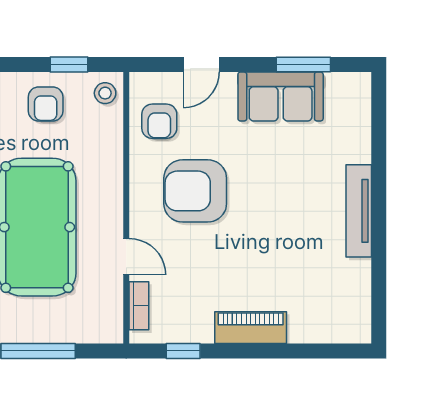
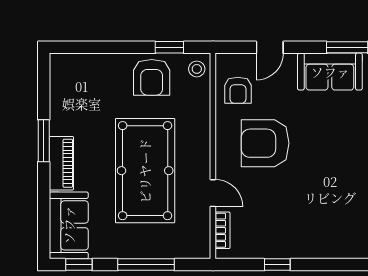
armchair: (46, 104) -> (152, 77), width x1.38, depth x1.38
piano: (251, 328) -> (307, 247), removed
window: (183, 351) -> (277, 265), moved

